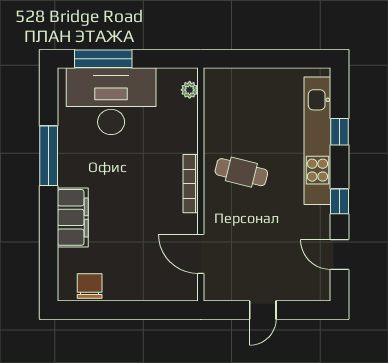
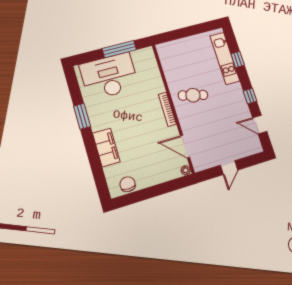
window: (103, 59) -> (119, 49), moved
plant: (190, 90) -> (186, 170), moved
kitchen unit: (317, 141) -> (225, 58), width x0.73
window: (49, 156) -> (82, 116), width x0.69

